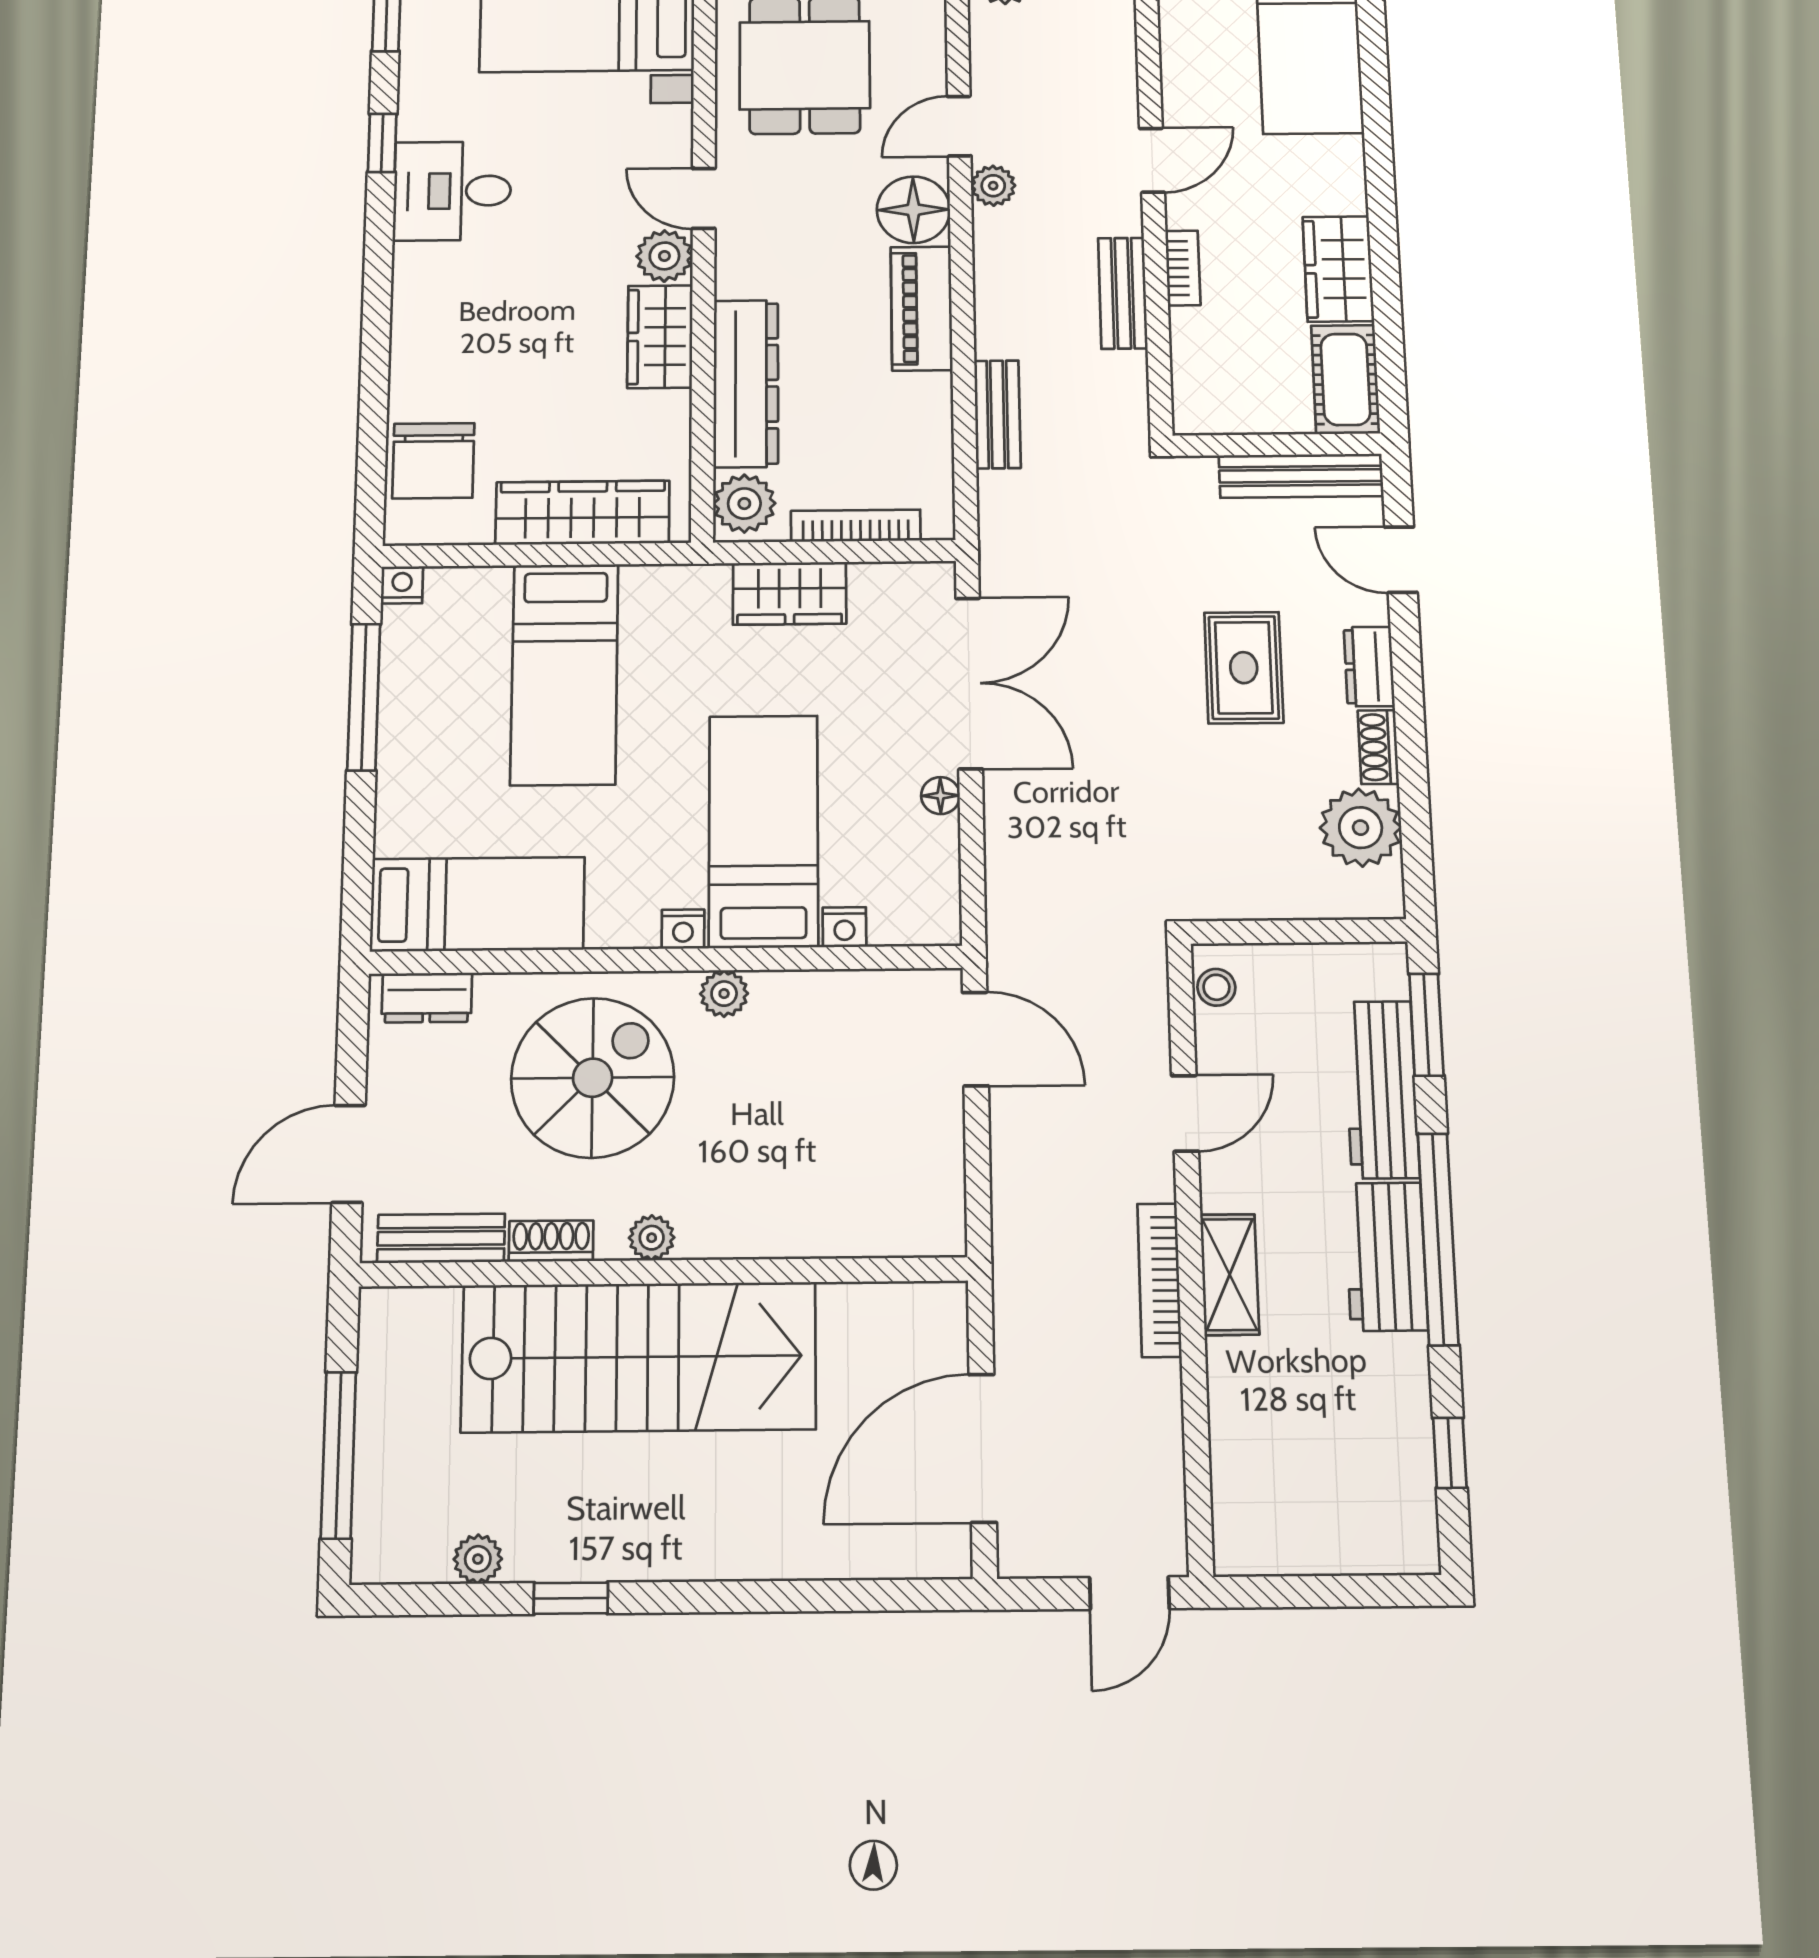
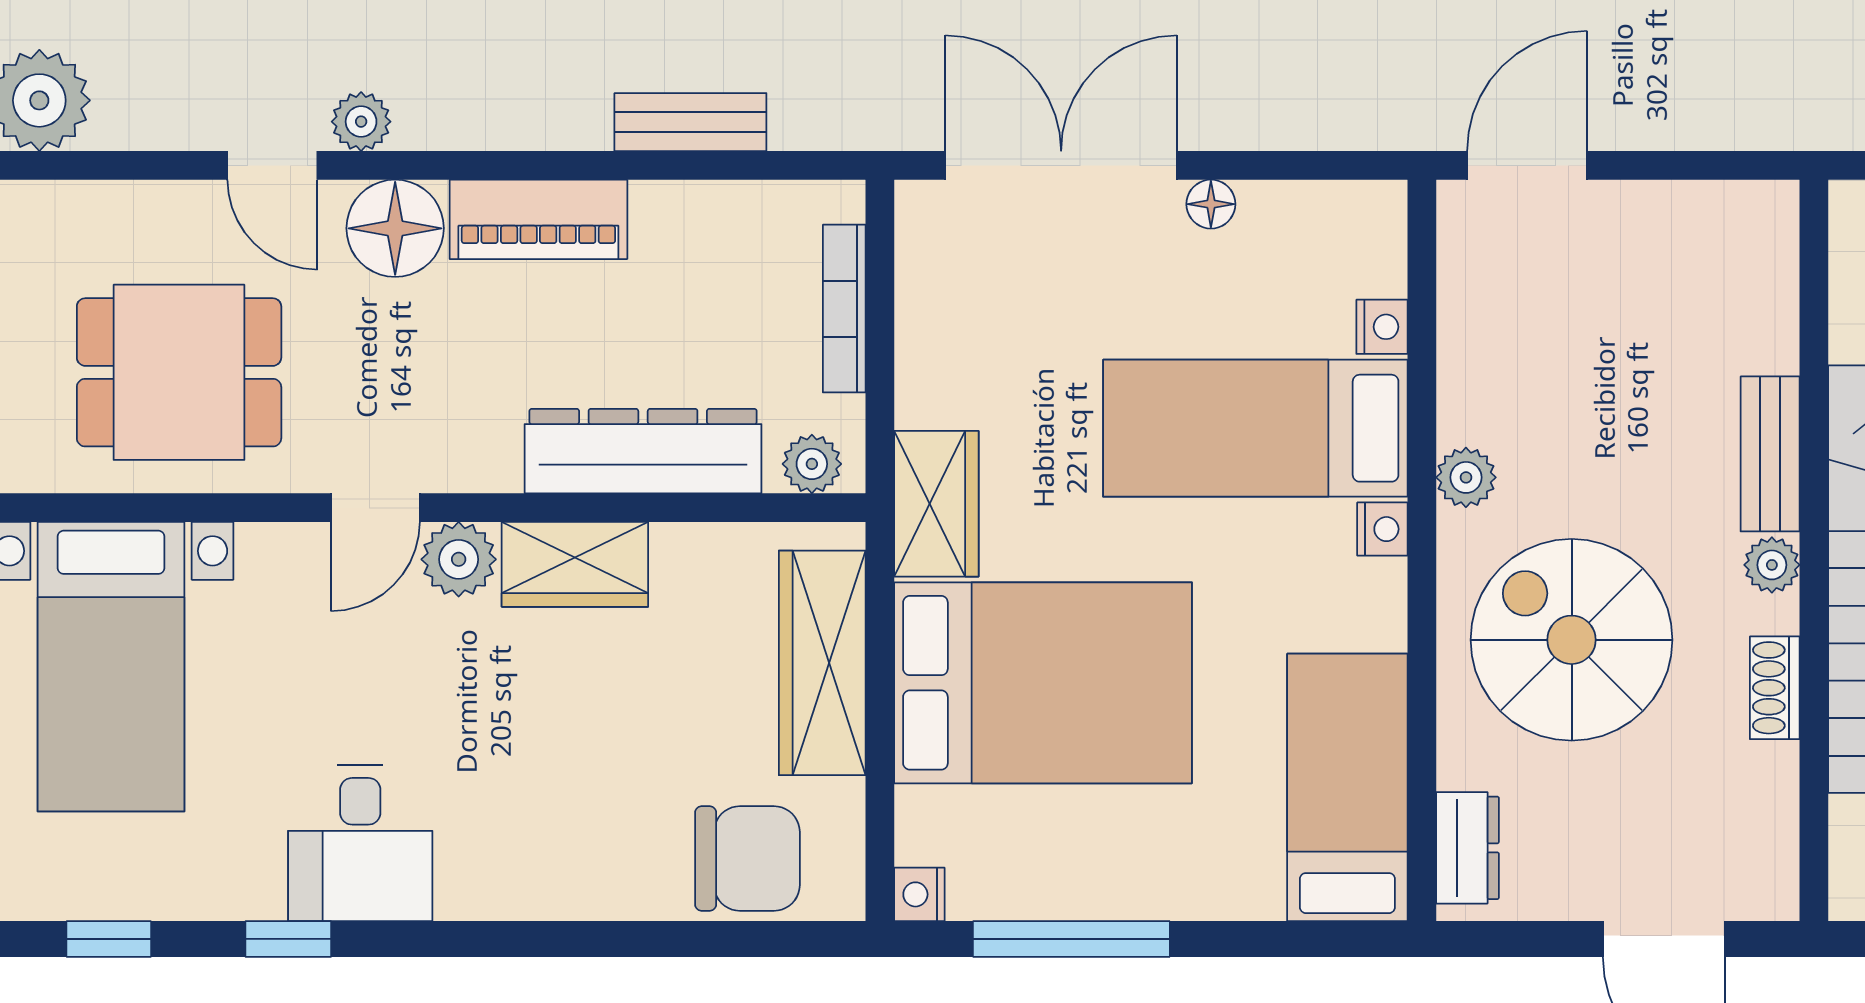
plant: (744, 504) -> (812, 464), width x0.73, depth x0.73
wardrobe: (789, 593) -> (936, 504), moved
bed: (564, 674) -> (1043, 683), width x1.50
bench: (441, 1238) -> (1770, 454), moved

